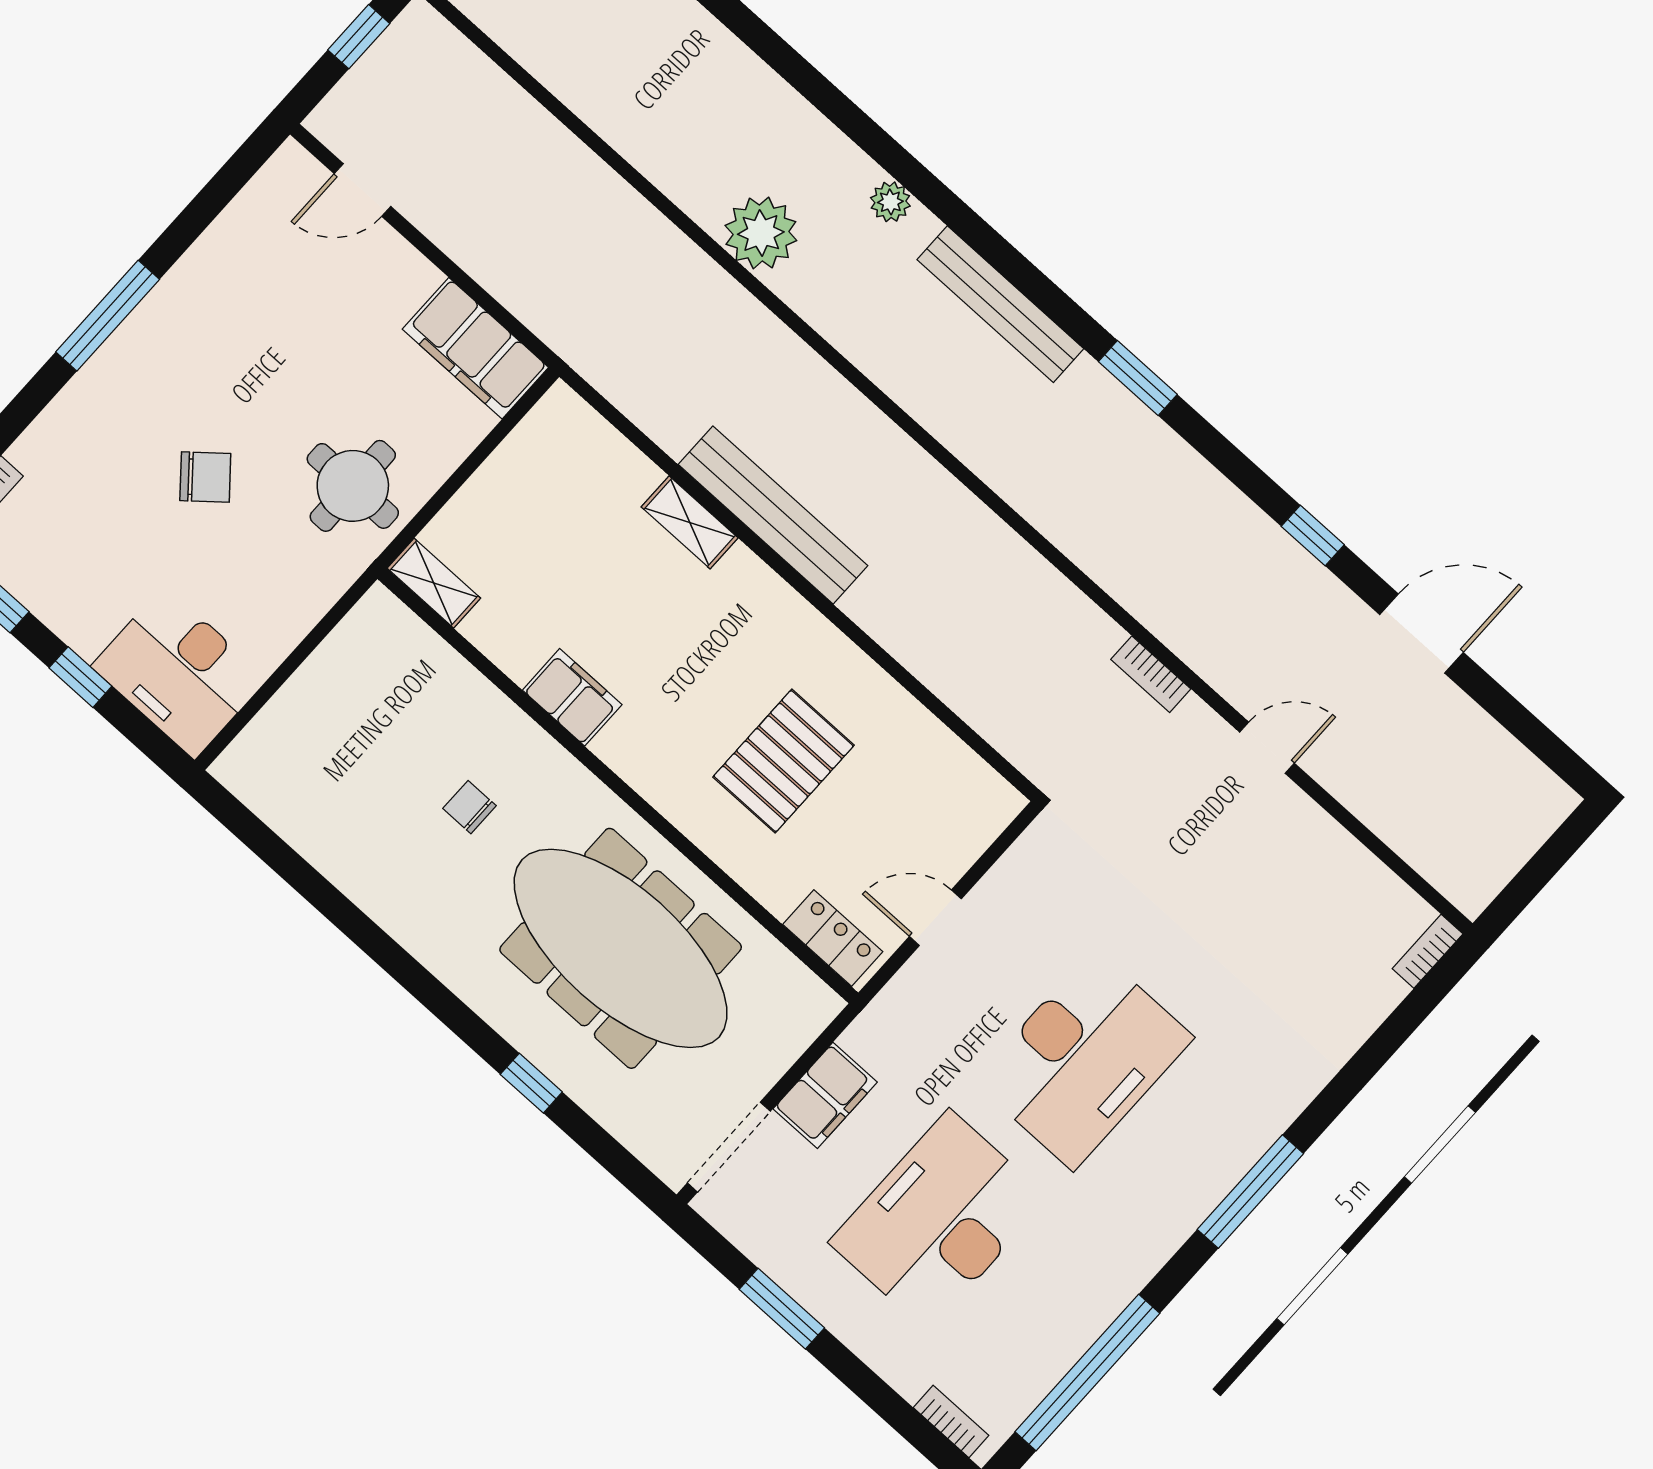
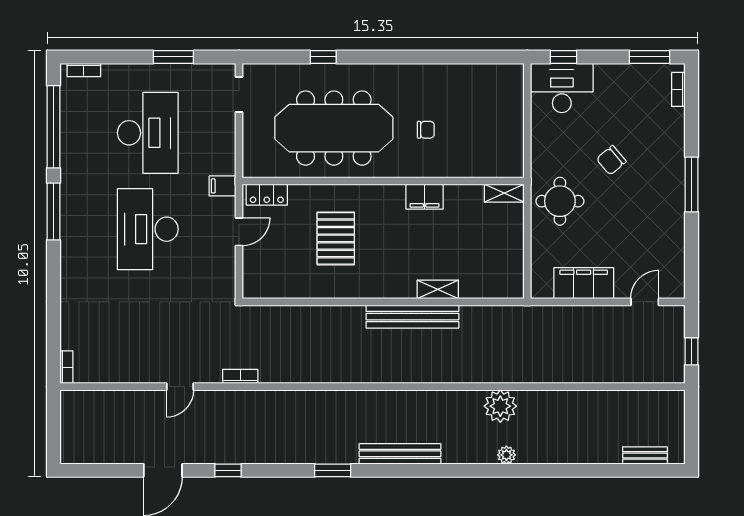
plant: (890, 202) -> (506, 455), moved
filing cabinet: (475, 348) -> (584, 283), moved
window: (80, 677) -> (564, 57), moved
filing cabinet: (825, 1095) -> (222, 186), moved, width x0.50
doorway: (729, 1147) -> (239, 95), width x0.73
window: (1250, 1191) -> (53, 212), moved

